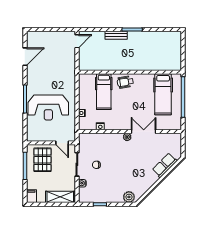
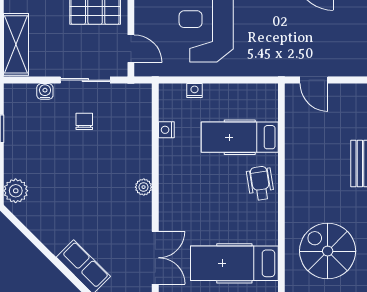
door: (77, 41) -> (314, 80), moved
spiral stairs: (157, 50) -> (328, 251), added
double door: (144, 131) -> (155, 258), moved
door: (62, 143) -> (131, 49), swing flipped

